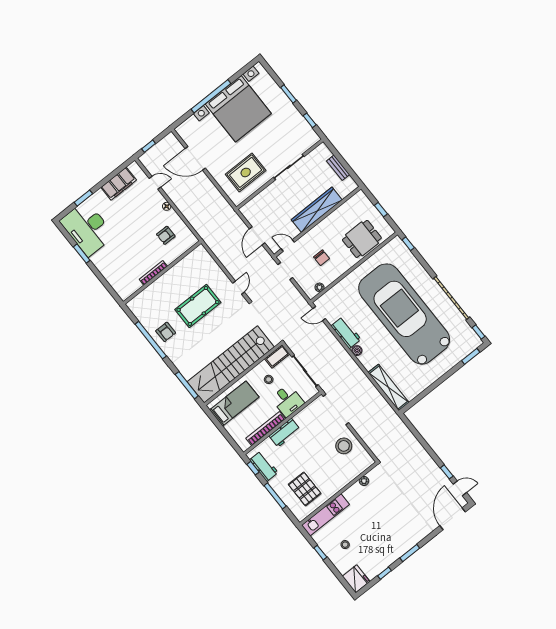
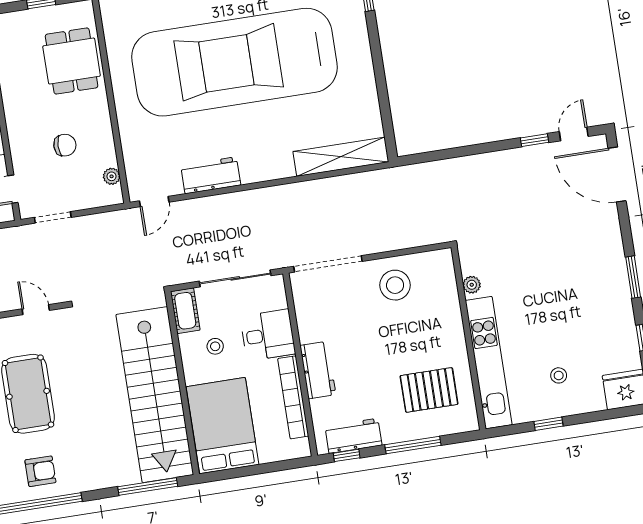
boiler: (357, 351) -> (250, 174), removed
bed: (234, 404) -> (223, 426), width x1.50
kitchen unit: (326, 515) -> (489, 363), width x1.36

